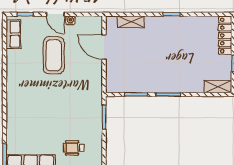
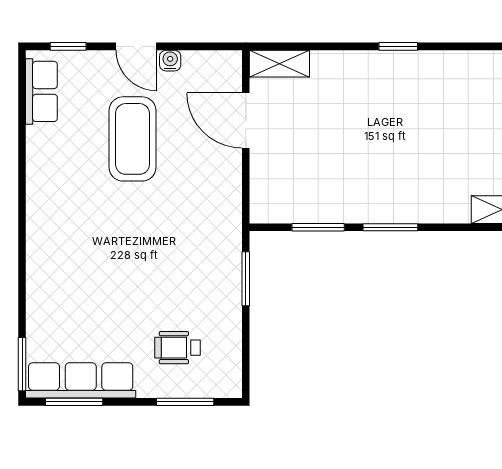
shelving: (131, 22) -> (279, 64), moved

